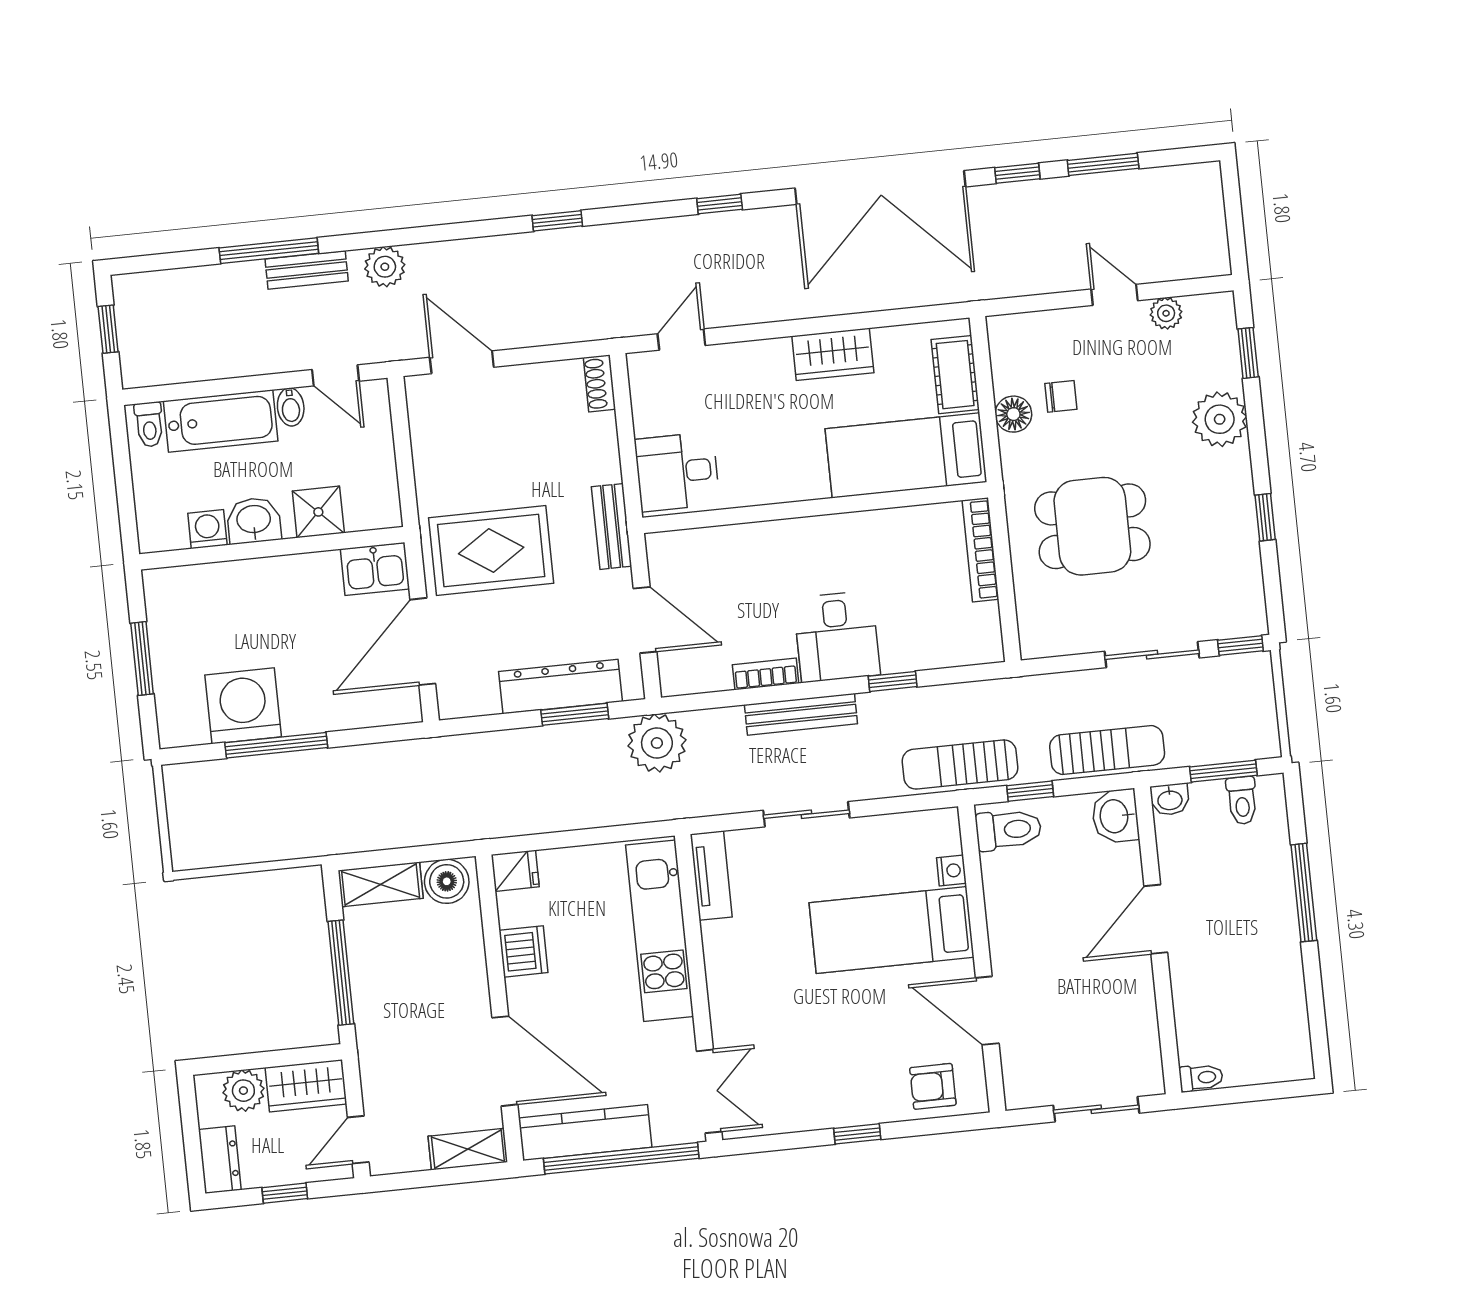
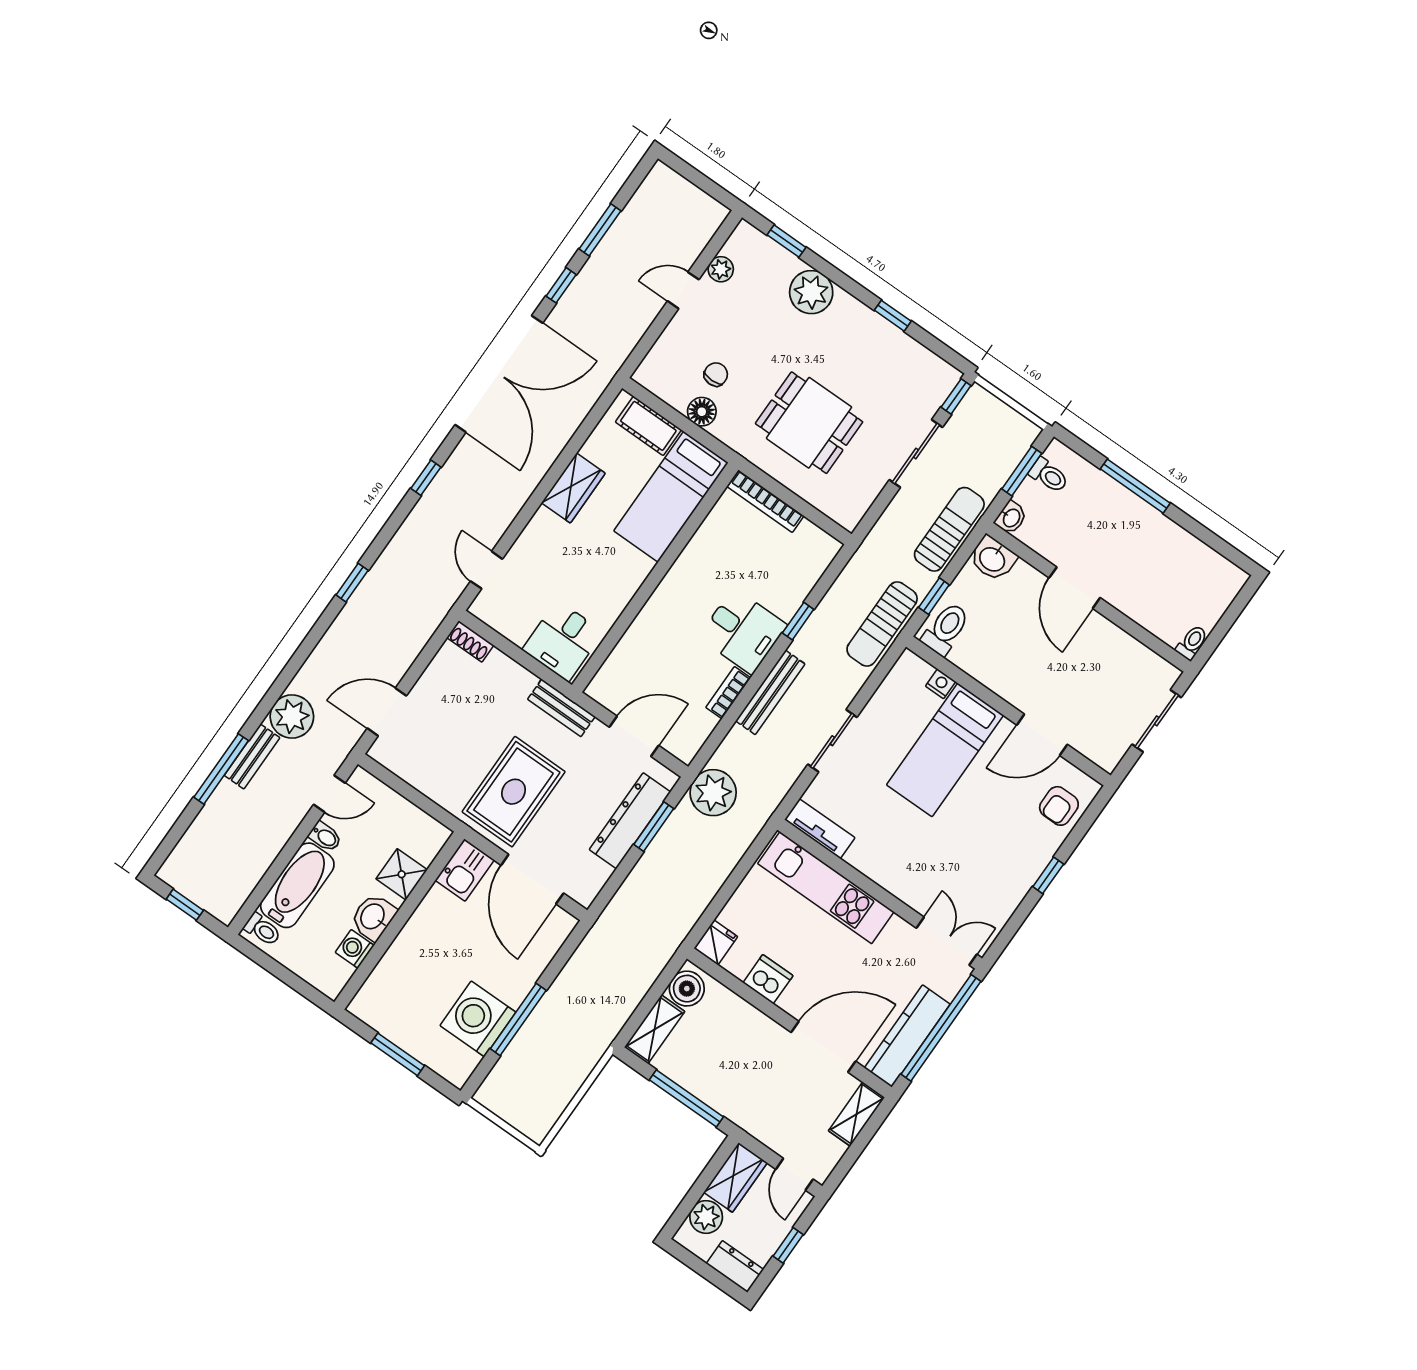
plant: (385, 267) -> (292, 716), width x1.36, depth x1.36
dining table: (1092, 526) -> (809, 423), turned 90

